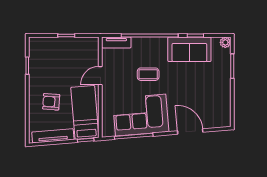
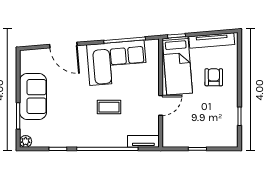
sofa: (189, 49) -> (33, 96), moved, turned 90
armchair: (51, 102) -> (214, 77), turned -94

